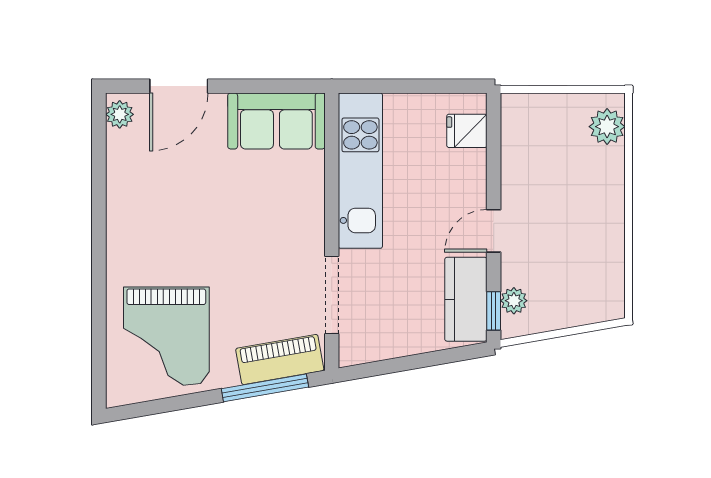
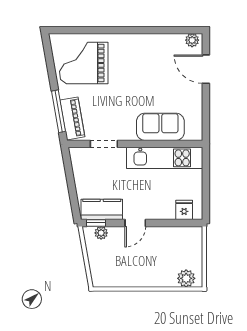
sofa: (276, 121) -> (160, 127), moved, turned 90
door: (494, 231) -> (135, 223), swing flipped
doorway: (332, 295) -> (104, 144), width x0.73

